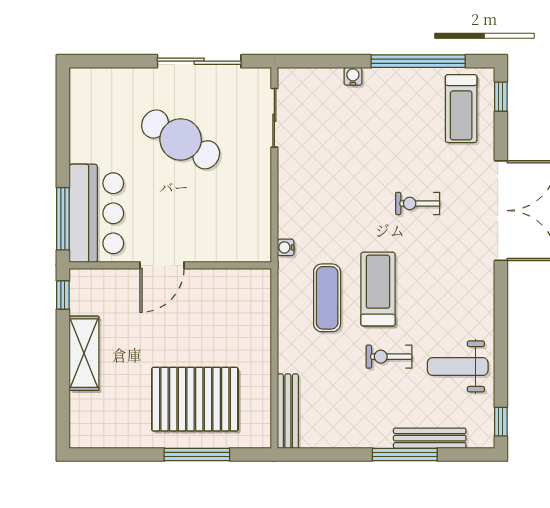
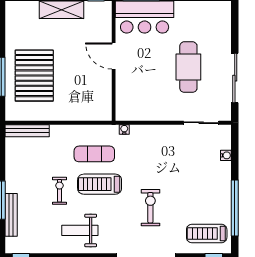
water cooler: (353, 76) -> (226, 155), moved
cafe table: (181, 139) -> (188, 67), turned -31
exercise bike: (418, 203) -> (150, 208), width x1.38, depth x1.39
treadmill: (378, 289) -> (100, 184), turned 180
weight bench: (458, 366) -> (80, 230), moved, turned -90

